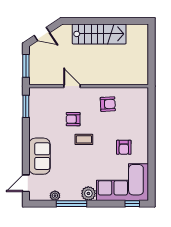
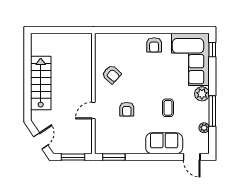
armchair: (108, 104) -> (112, 74), turned 135
coffee table: (84, 139) -> (168, 108), moved
armchair: (124, 147) -> (154, 45), moved, turned 90

